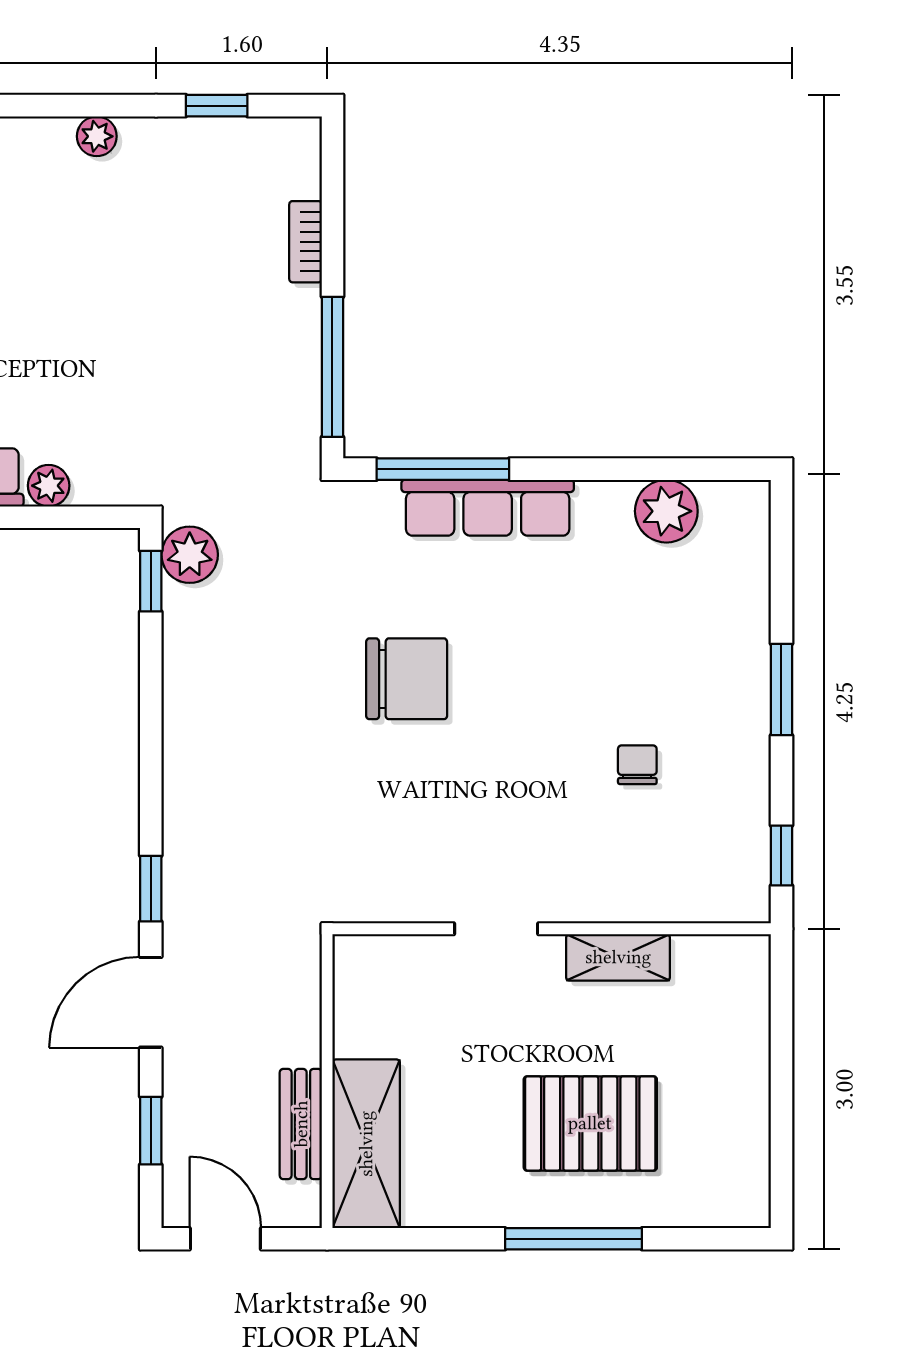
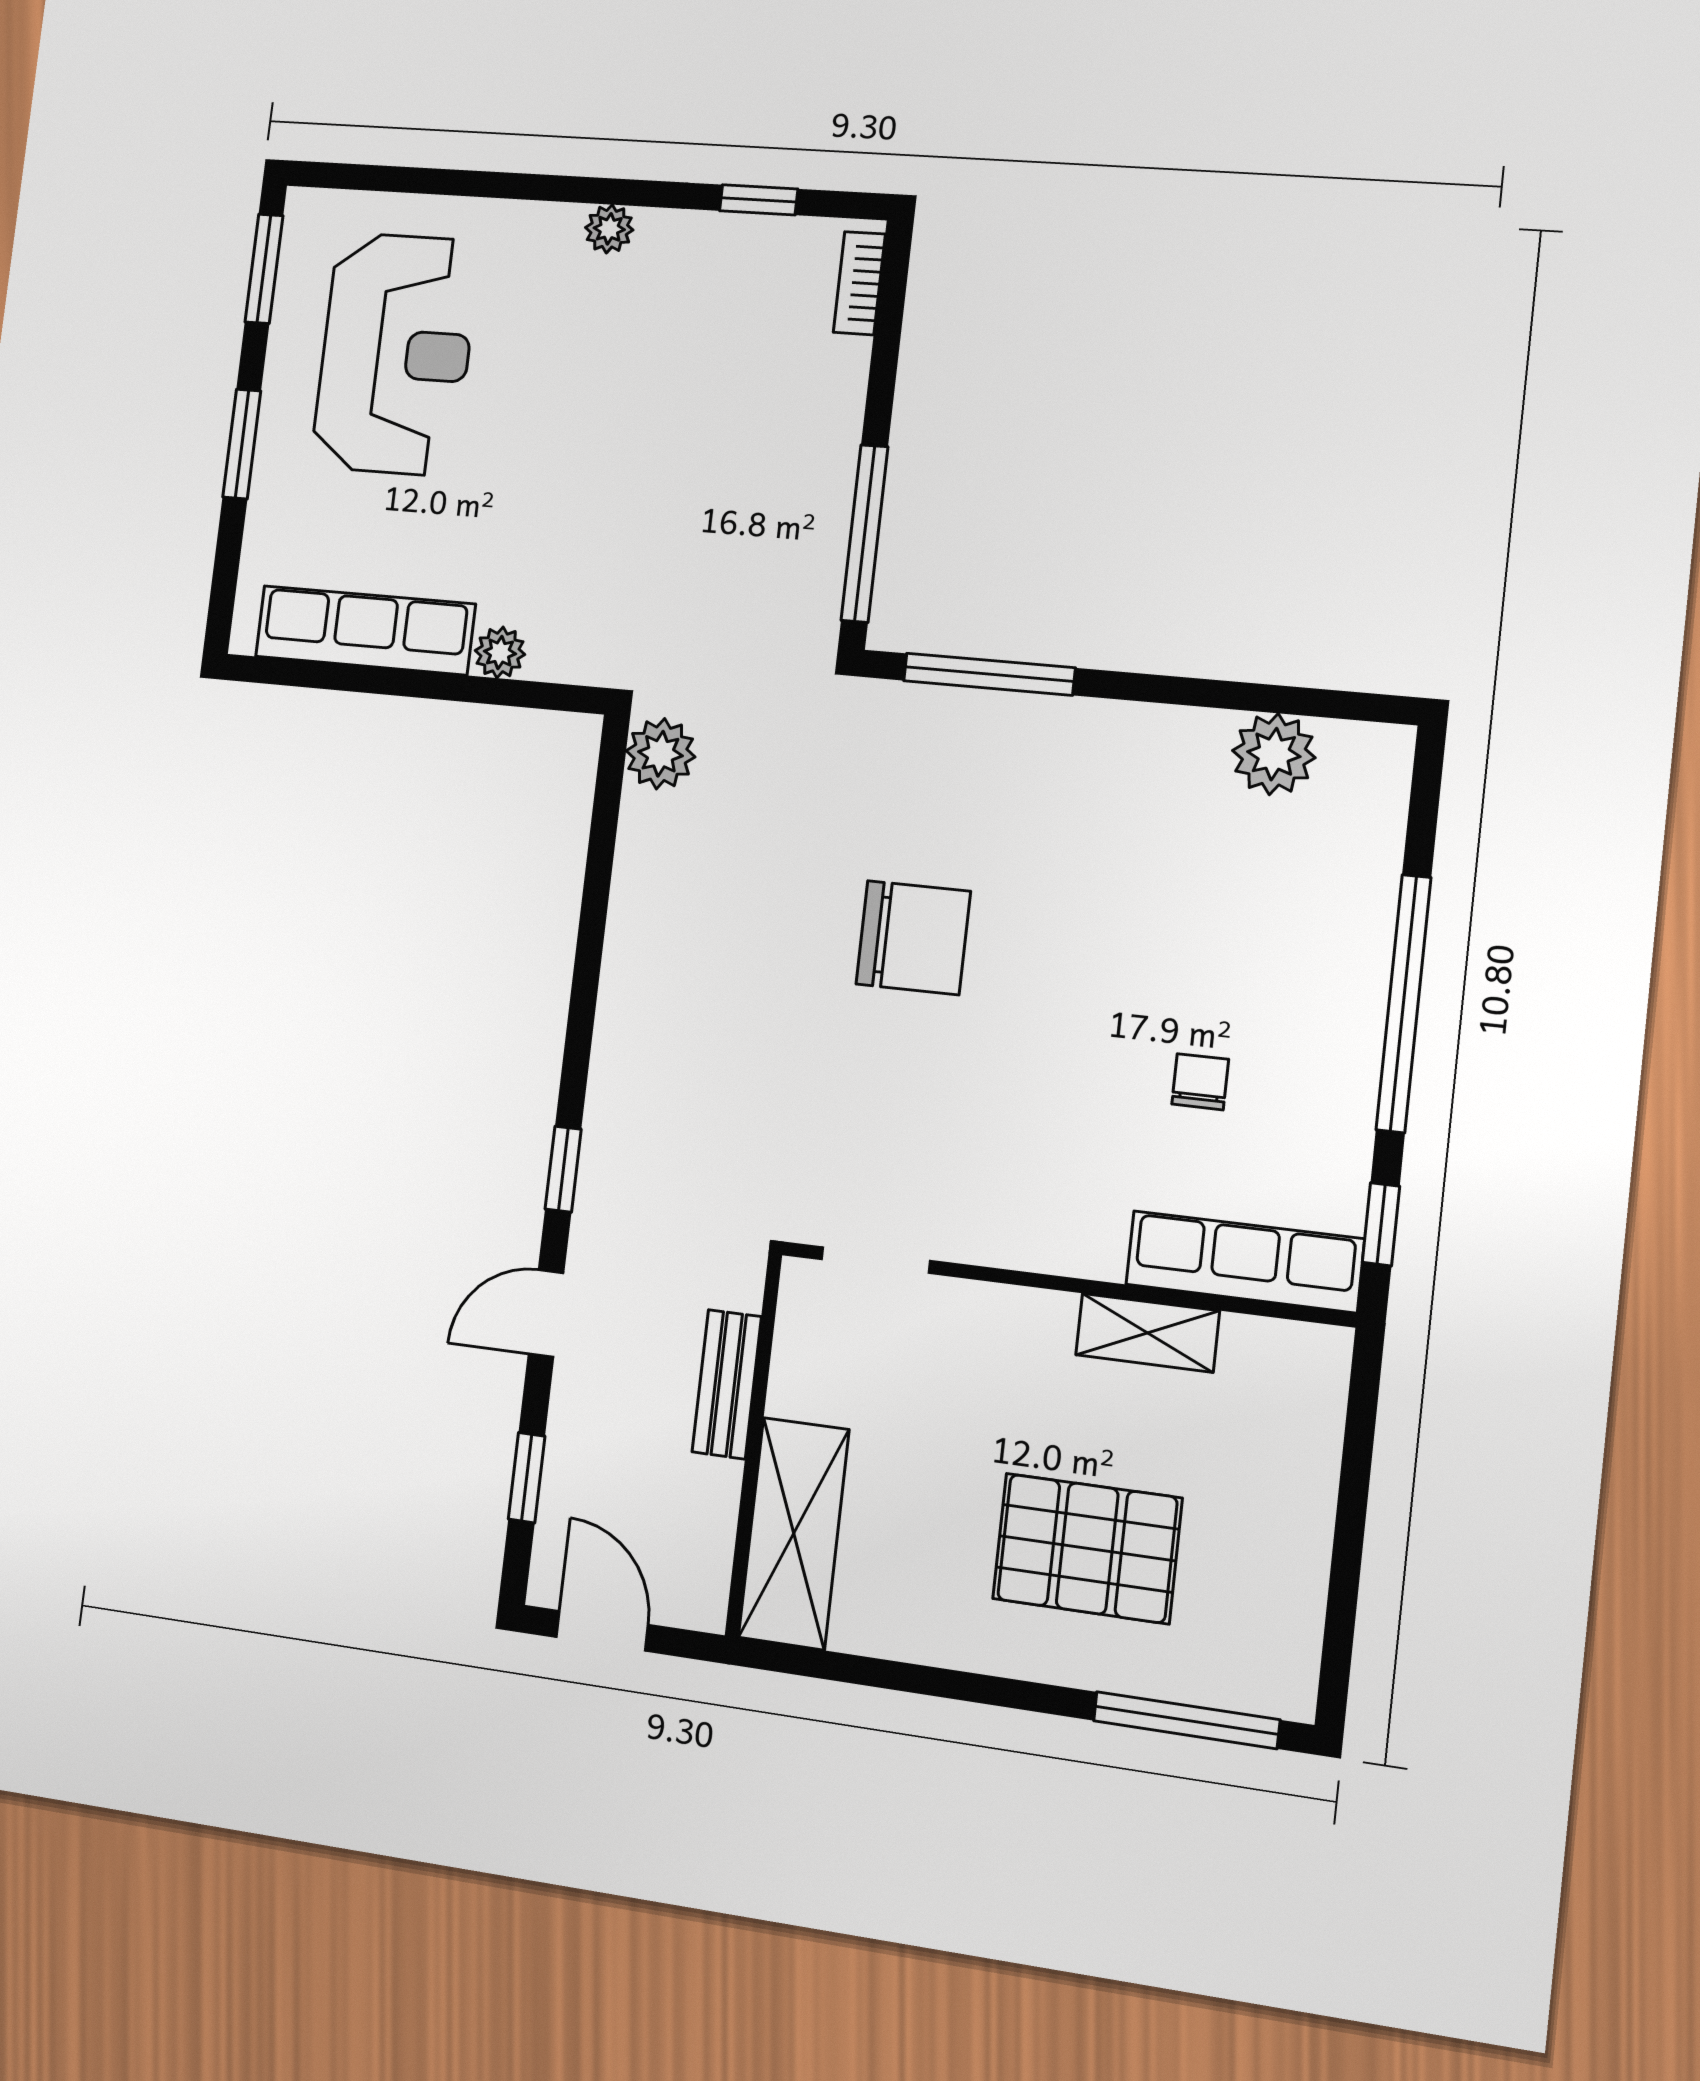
bookcase: (306, 242) -> (859, 283), moved
row of seats: (488, 508) -> (1245, 1262), moved, turned 180
window: (151, 581) -> (609, 782), removed
window: (781, 690) -> (1404, 1003), width x2.11
doorway: (496, 929) -> (876, 1260), moved
door: (151, 1002) -> (546, 1314), width x0.73
bench: (301, 1124) -> (727, 1384), moved
window: (574, 1239) -> (1186, 1720), moved

